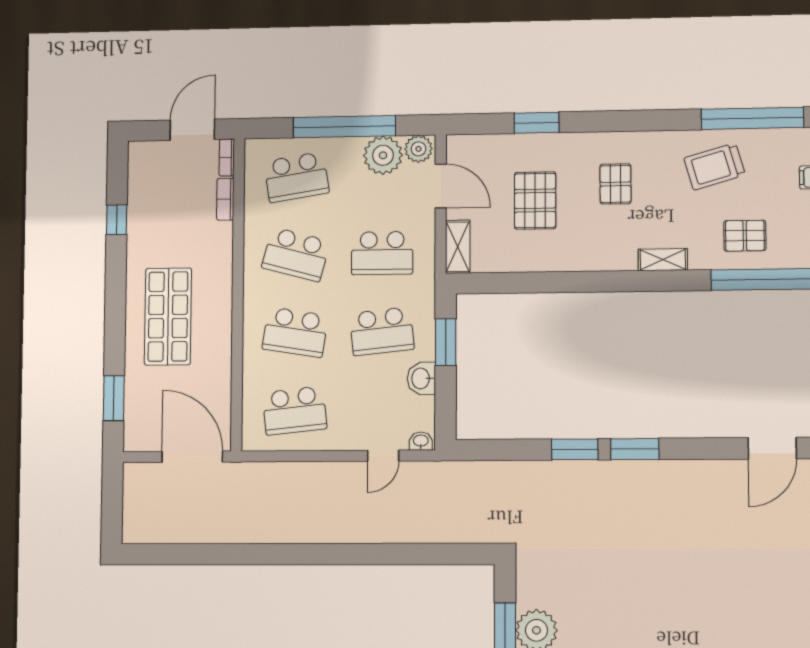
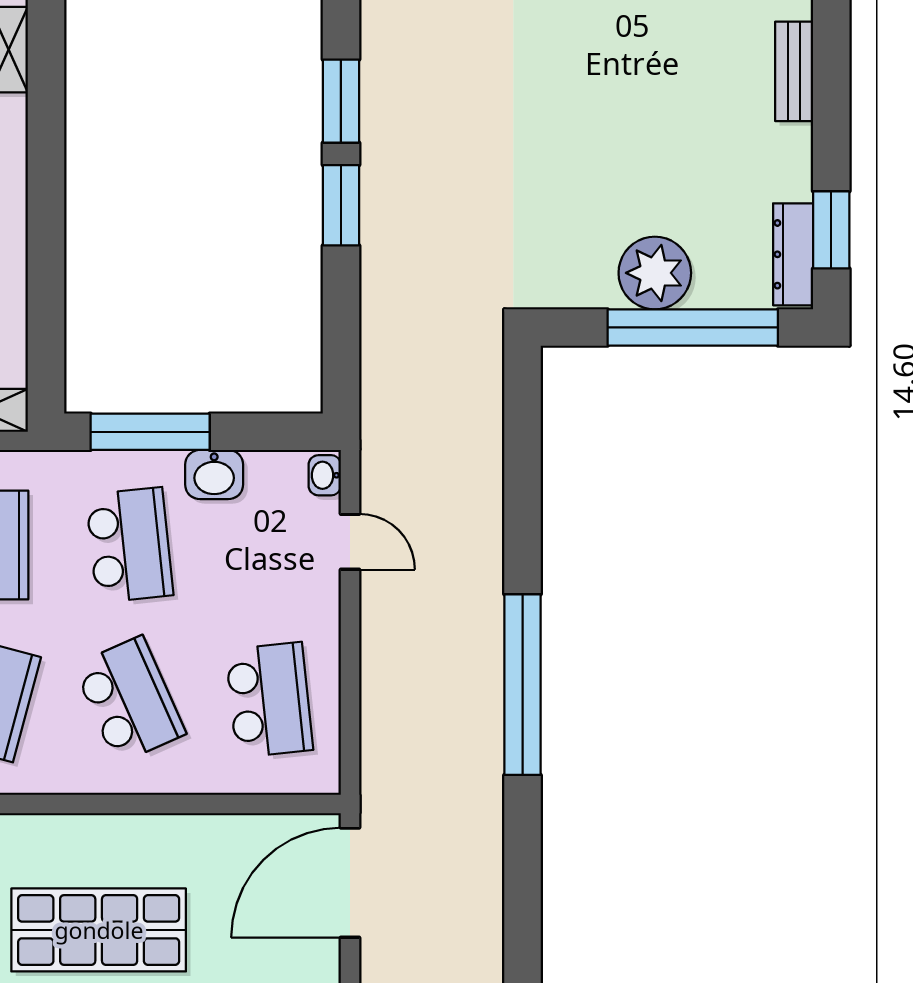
school desk: (295, 332) -> (129, 700), turned -33
window: (446, 342) -> (150, 432), width x1.44
window: (302, 554) -> (523, 685), added

